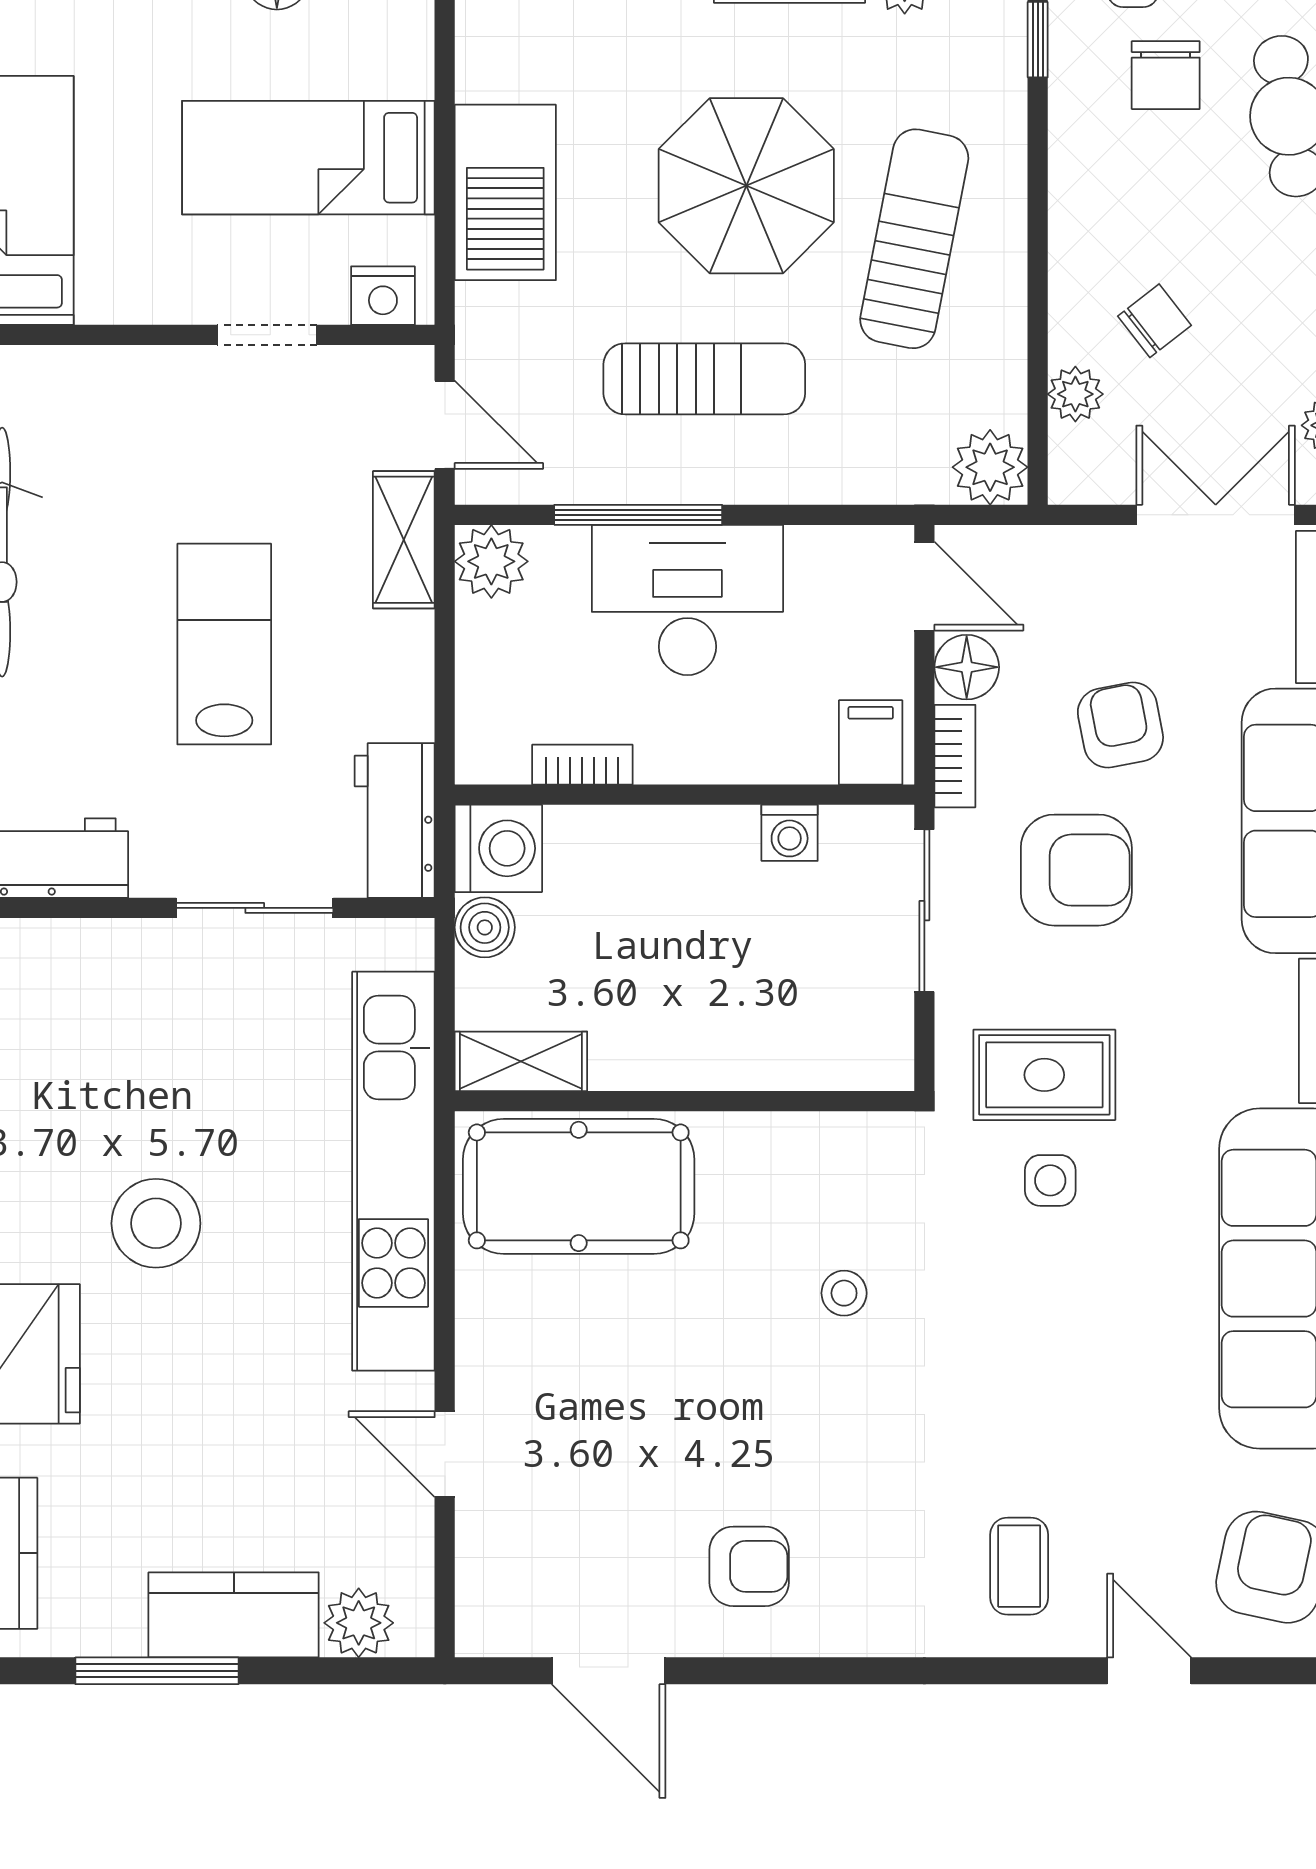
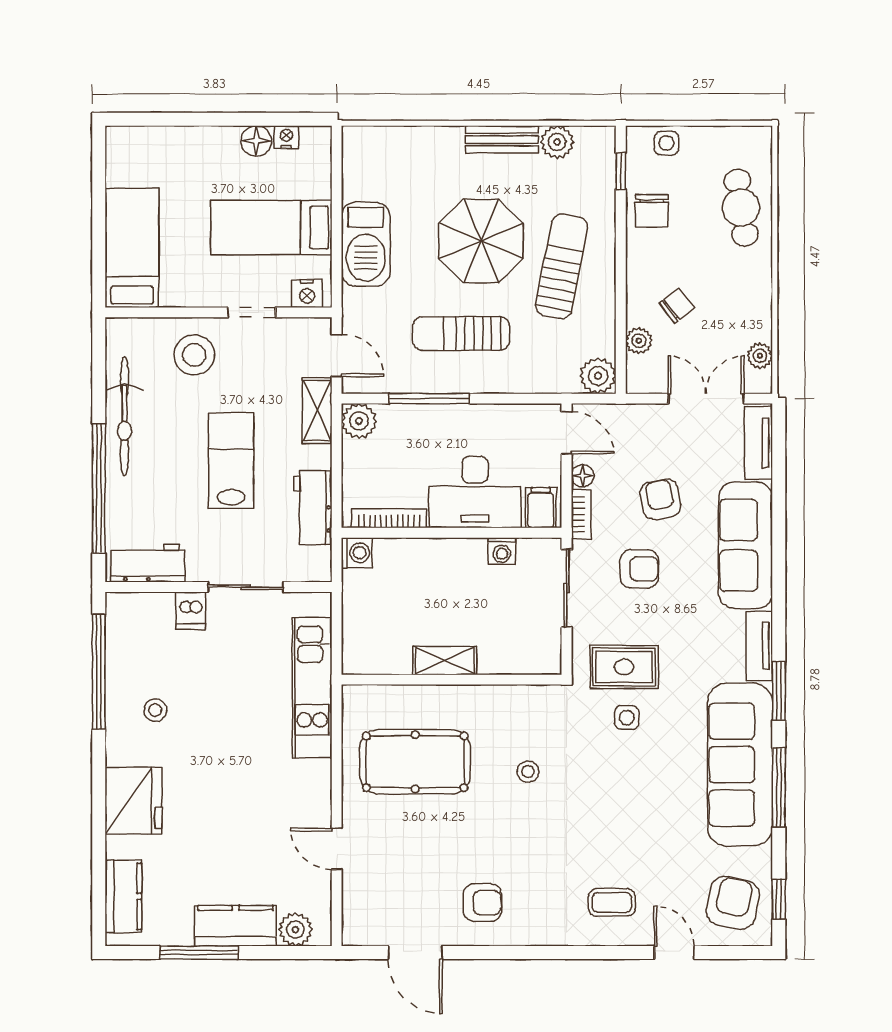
chair: (1166, 75) -> (652, 211), moved
sun lounger: (704, 379) -> (461, 333), turned 180
stool: (147, 423) -> (194, 355), added
desk: (687, 600) -> (475, 492), moved, turned 180
floor lamp: (967, 667) -> (583, 476), width x0.73, depth x0.73
bookcase: (582, 765) -> (389, 518), width x1.56
workbench: (395, 821) -> (313, 508), moved
washing machine: (498, 848) -> (357, 553), width x0.73, depth x0.73
armchair: (1076, 870) -> (639, 569), width x0.72, depth x0.72
boiler: (485, 927) -> (356, 596), removed
dishwasher: (140, 957) -> (191, 611), added
shelving: (521, 1061) -> (445, 661), moved
kitchen unit: (393, 1171) -> (312, 688), width x0.73
pool table: (579, 1186) -> (415, 762), moved
stool: (156, 1223) -> (155, 710), moved, width x0.53, depth x0.53
coffee table: (1019, 1566) -> (612, 902), turned 90

